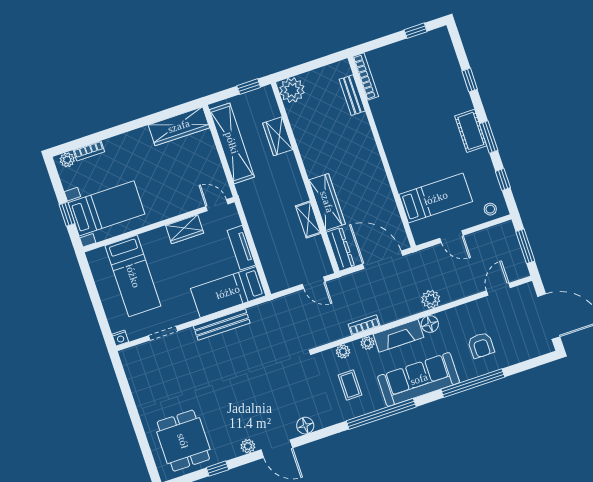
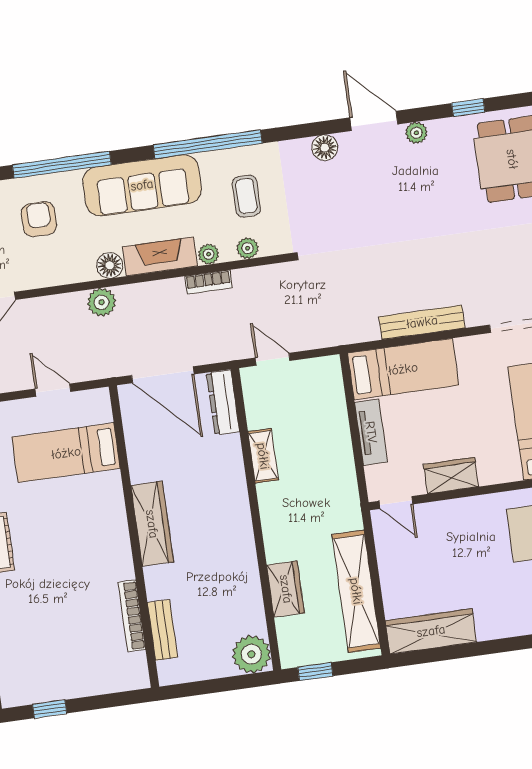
bookcase: (366, 76) -> (132, 616), moved
wardrobe: (327, 202) -> (152, 524), moved, turned 180

